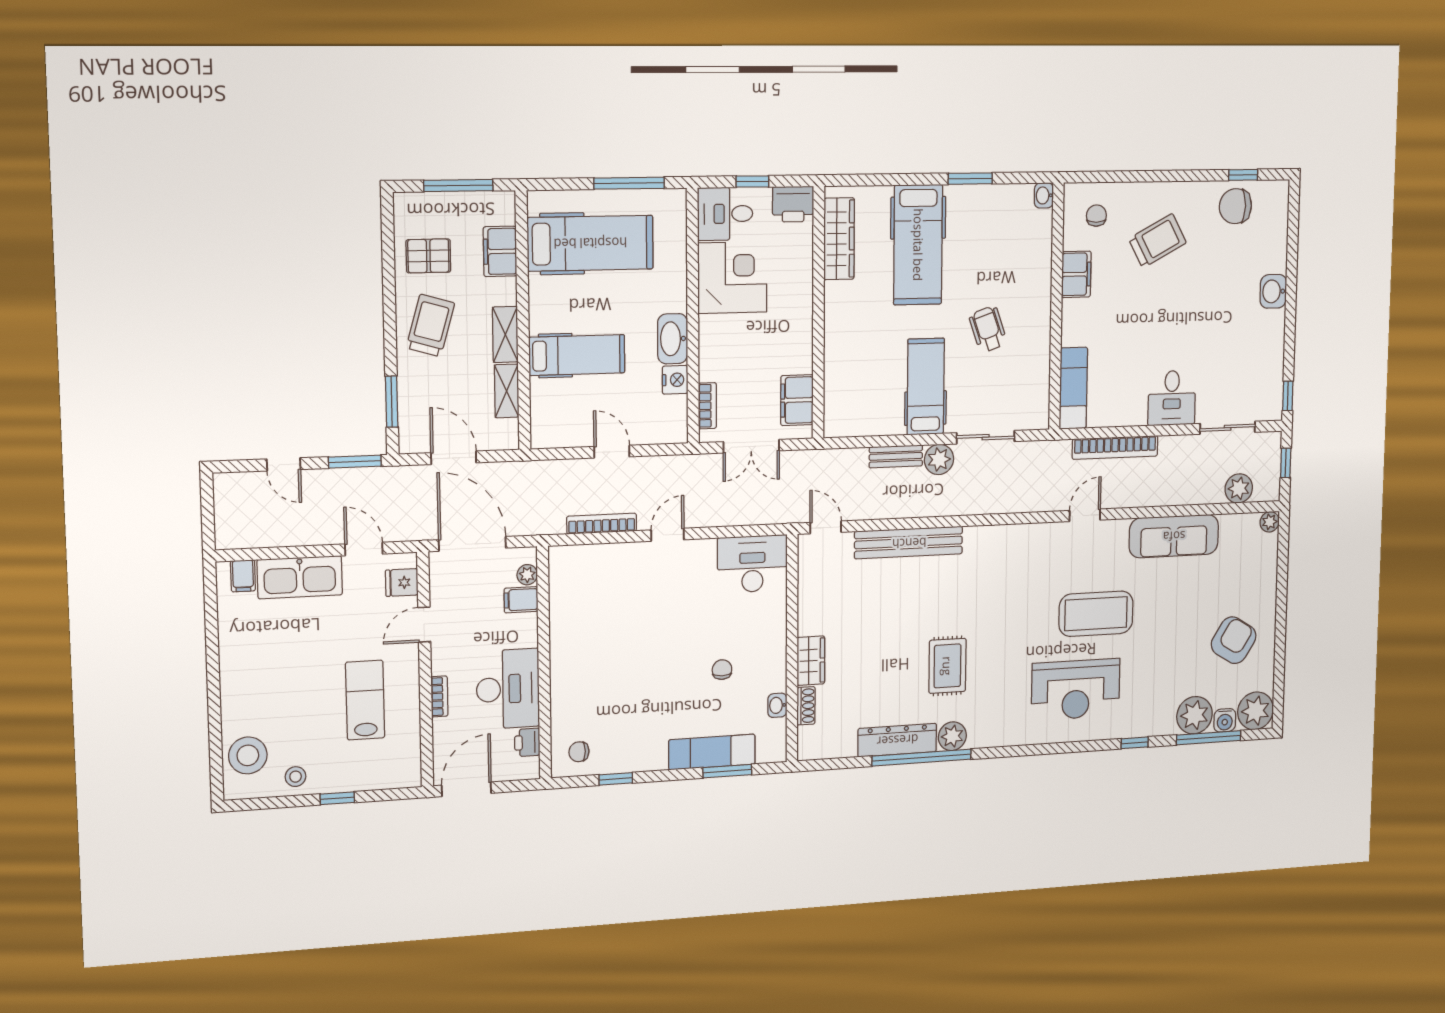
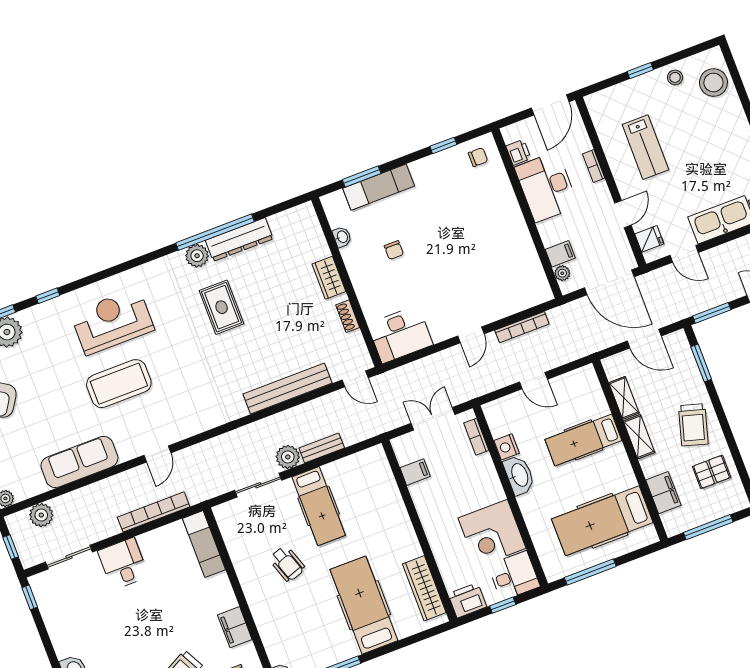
filing cabinet: (797, 400) -> (415, 472), width x0.50
shoe rack: (806, 706) -> (348, 316), moved

